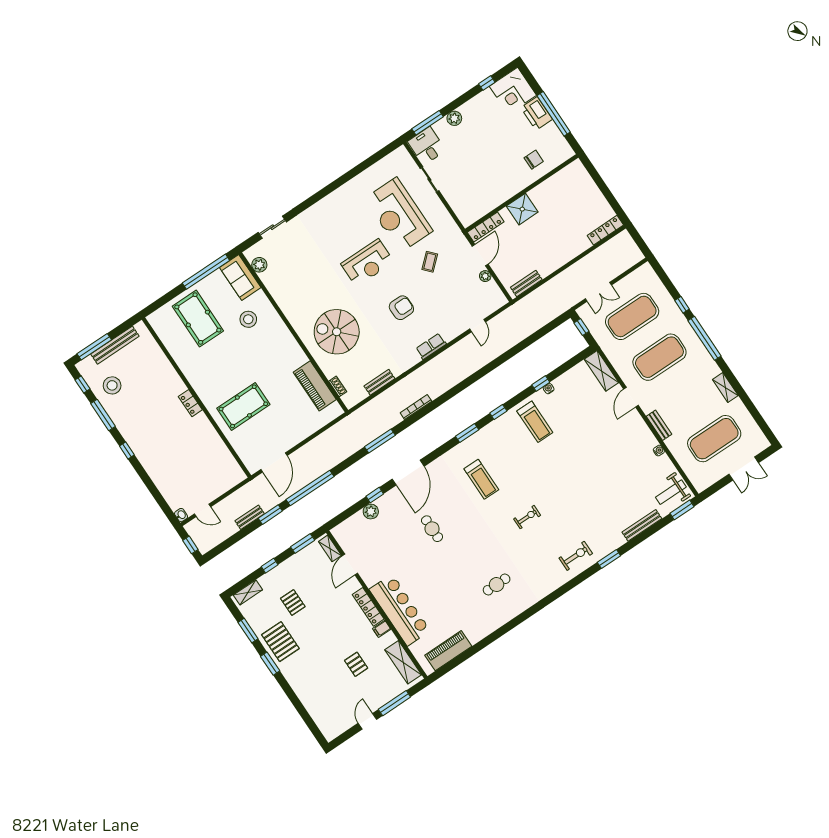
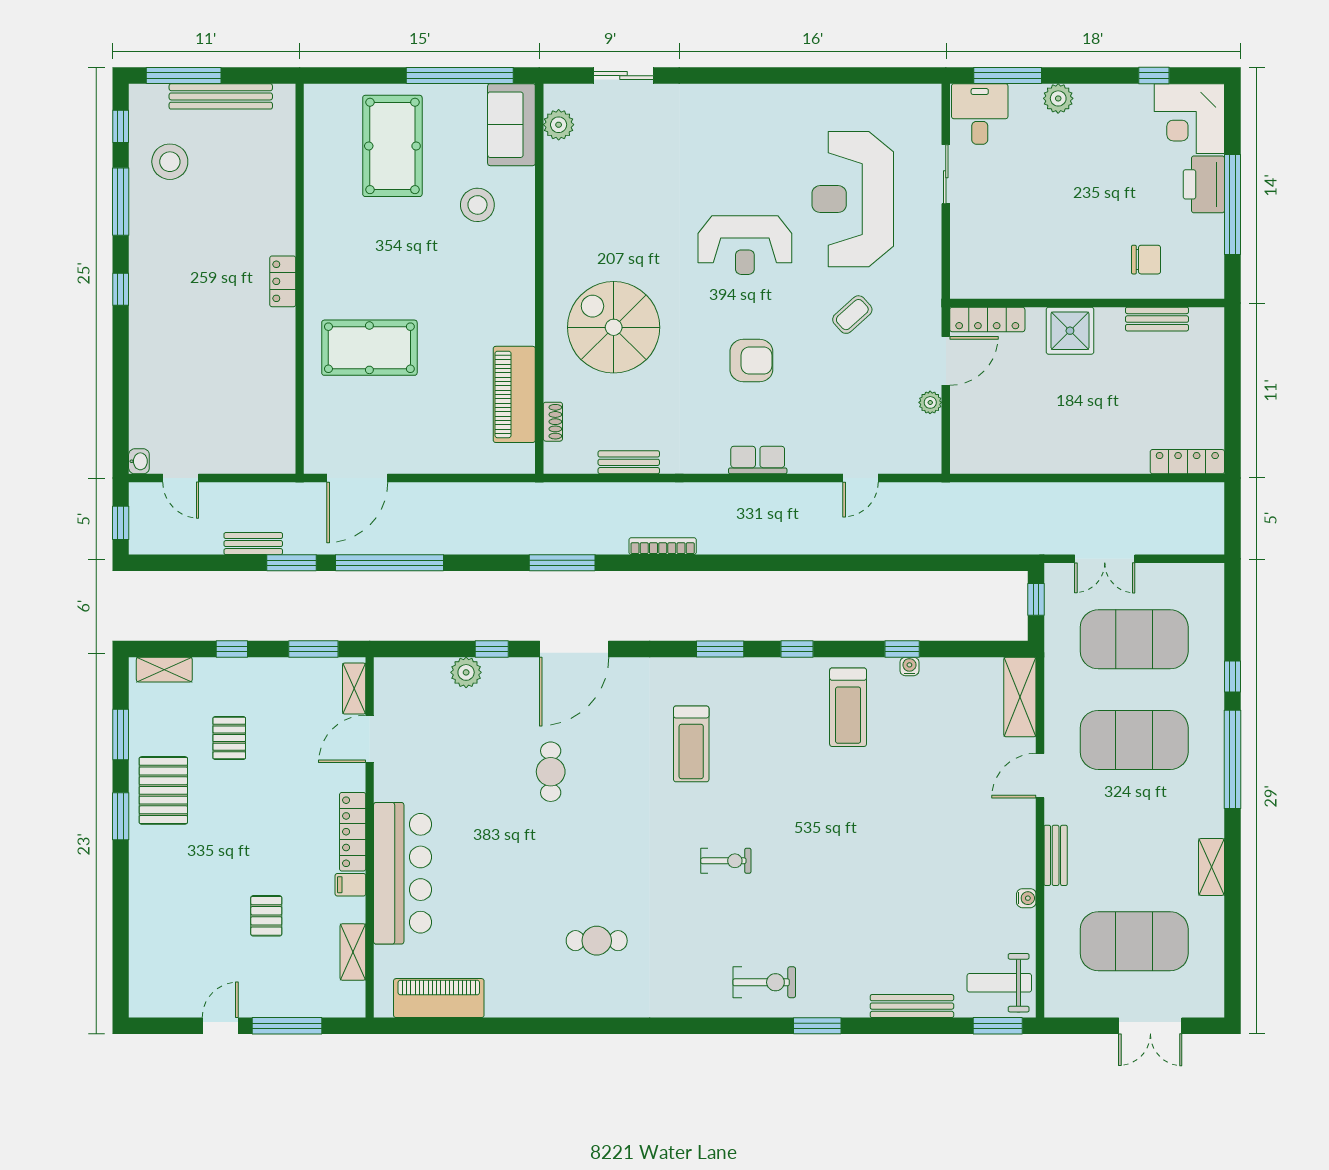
bench: (526, 283) -> (1157, 319), moved
shelving: (403, 662) -> (353, 952), width x0.67, depth x0.75

